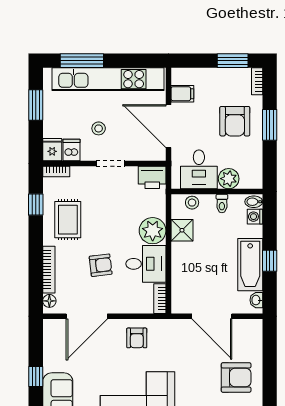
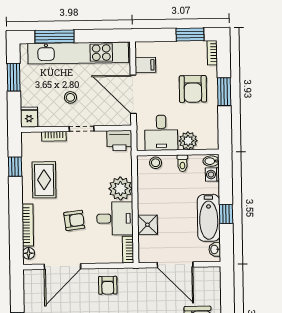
dishwasher: (71, 150) -> (46, 117), removed
bookcase: (56, 171) -> (54, 136), moved
shower: (182, 230) -> (147, 225), moved

